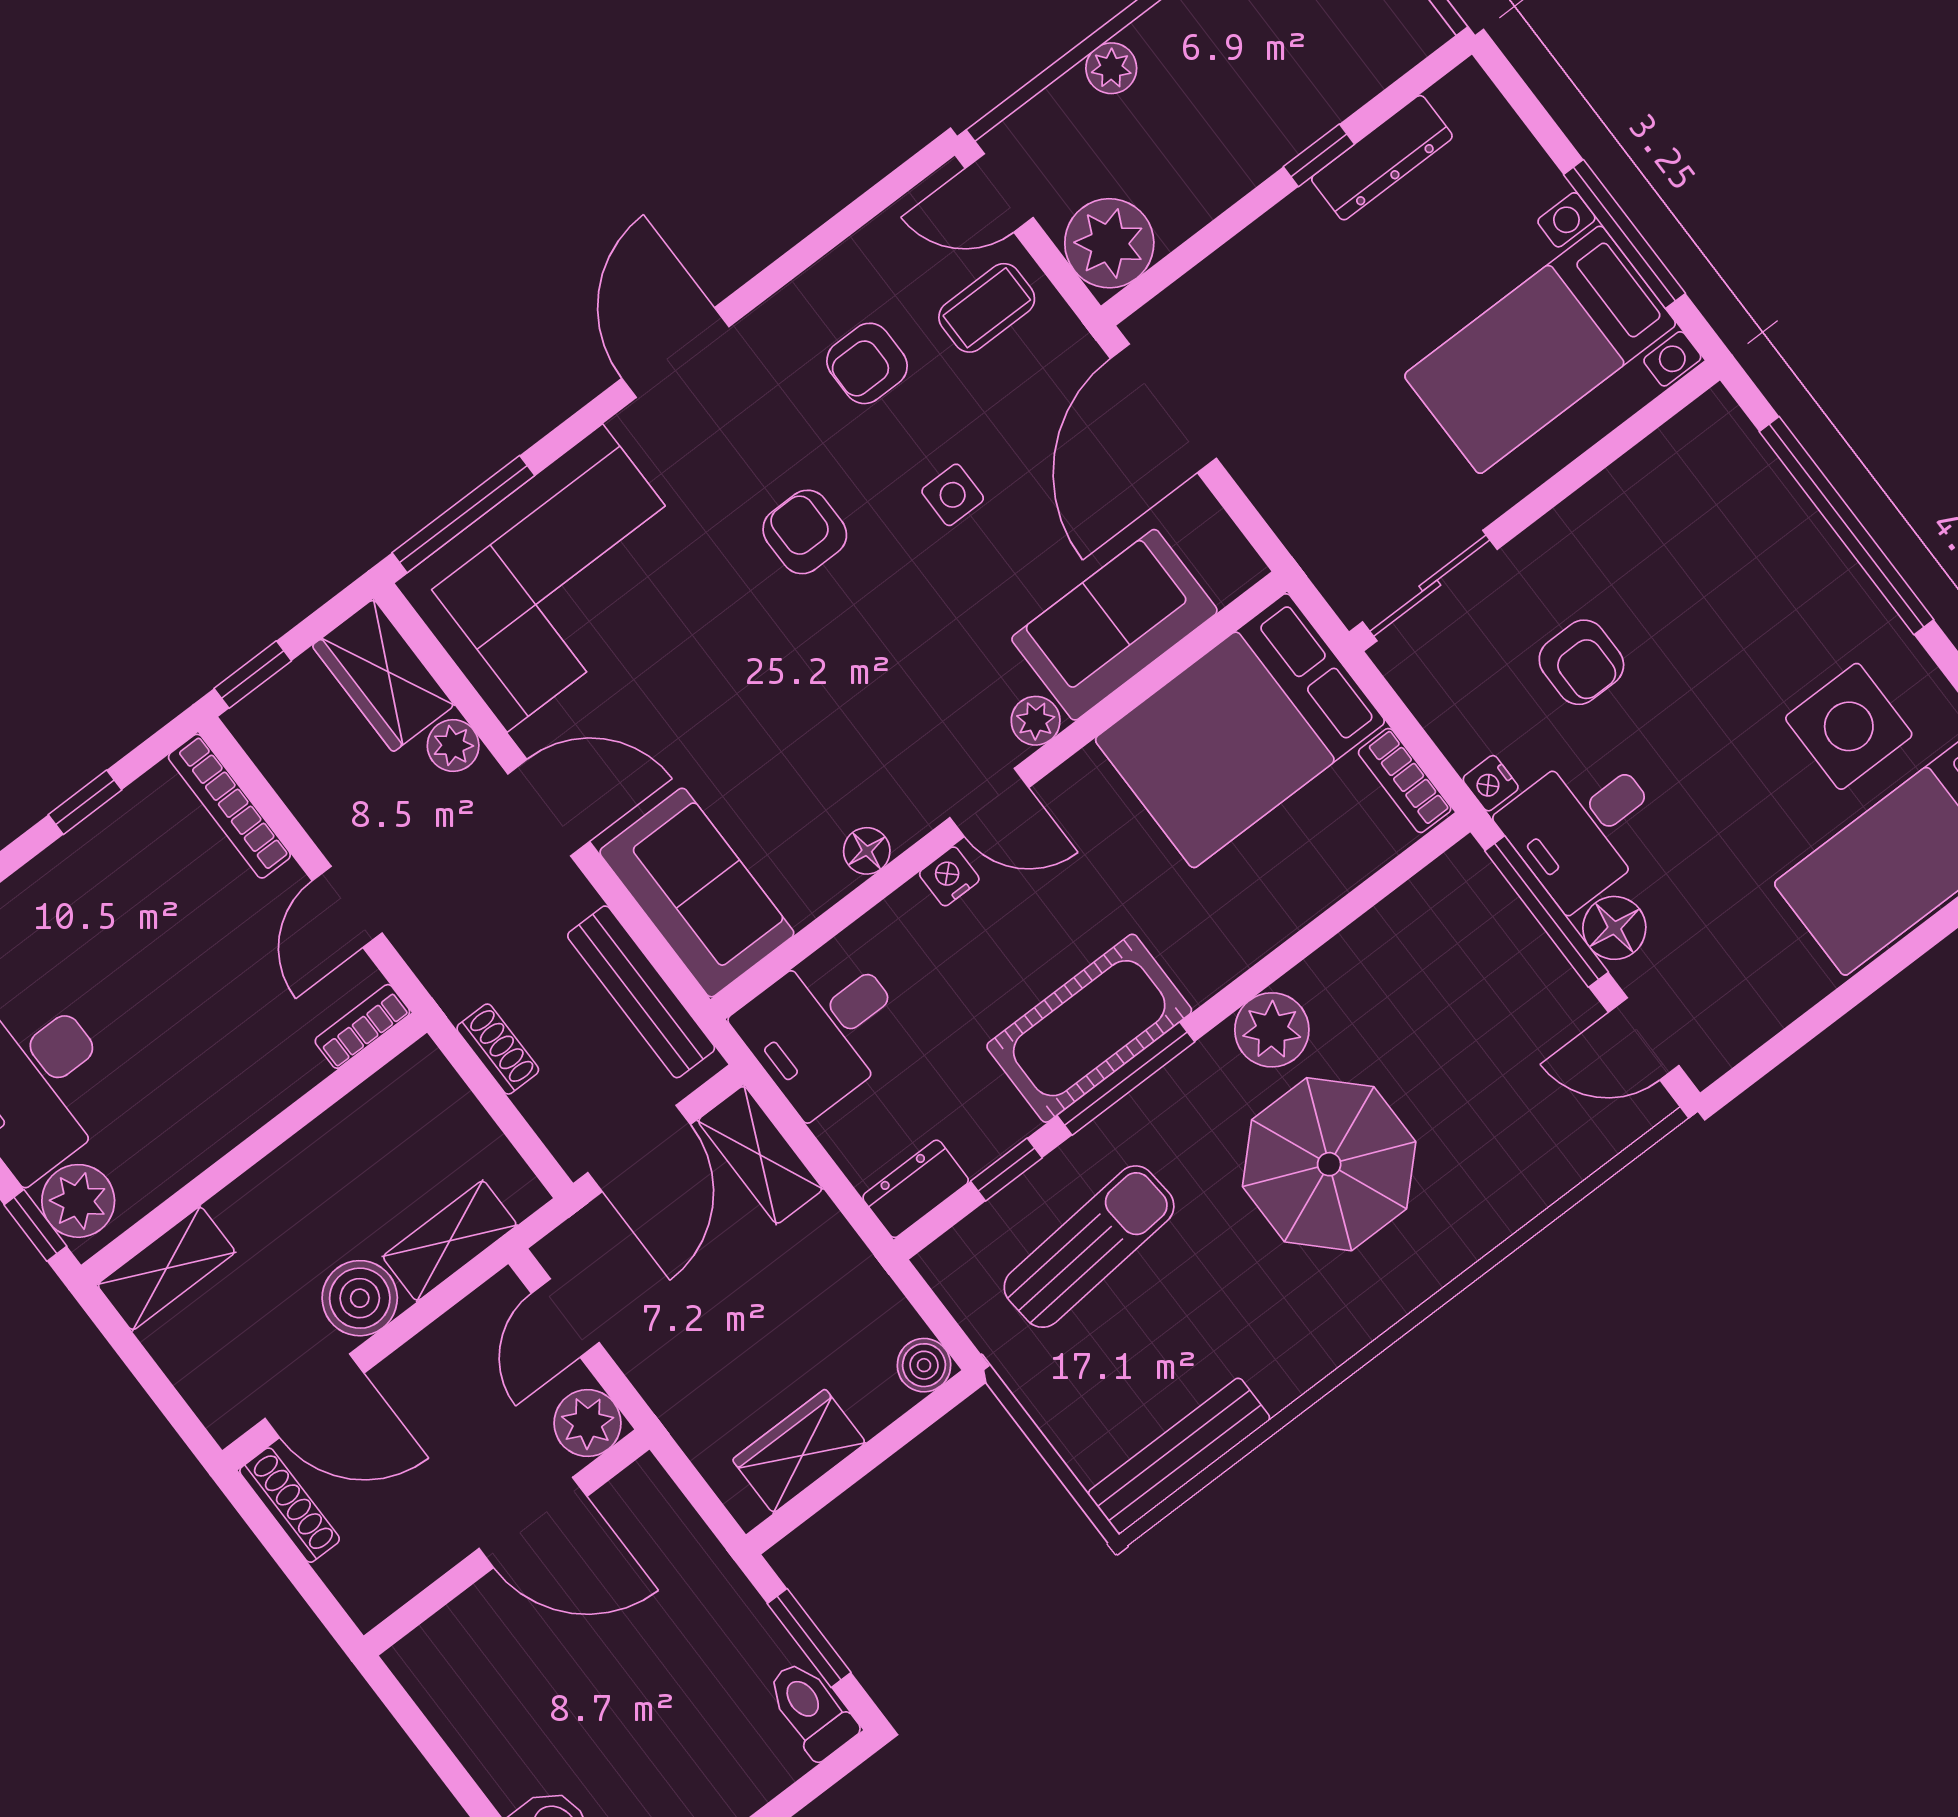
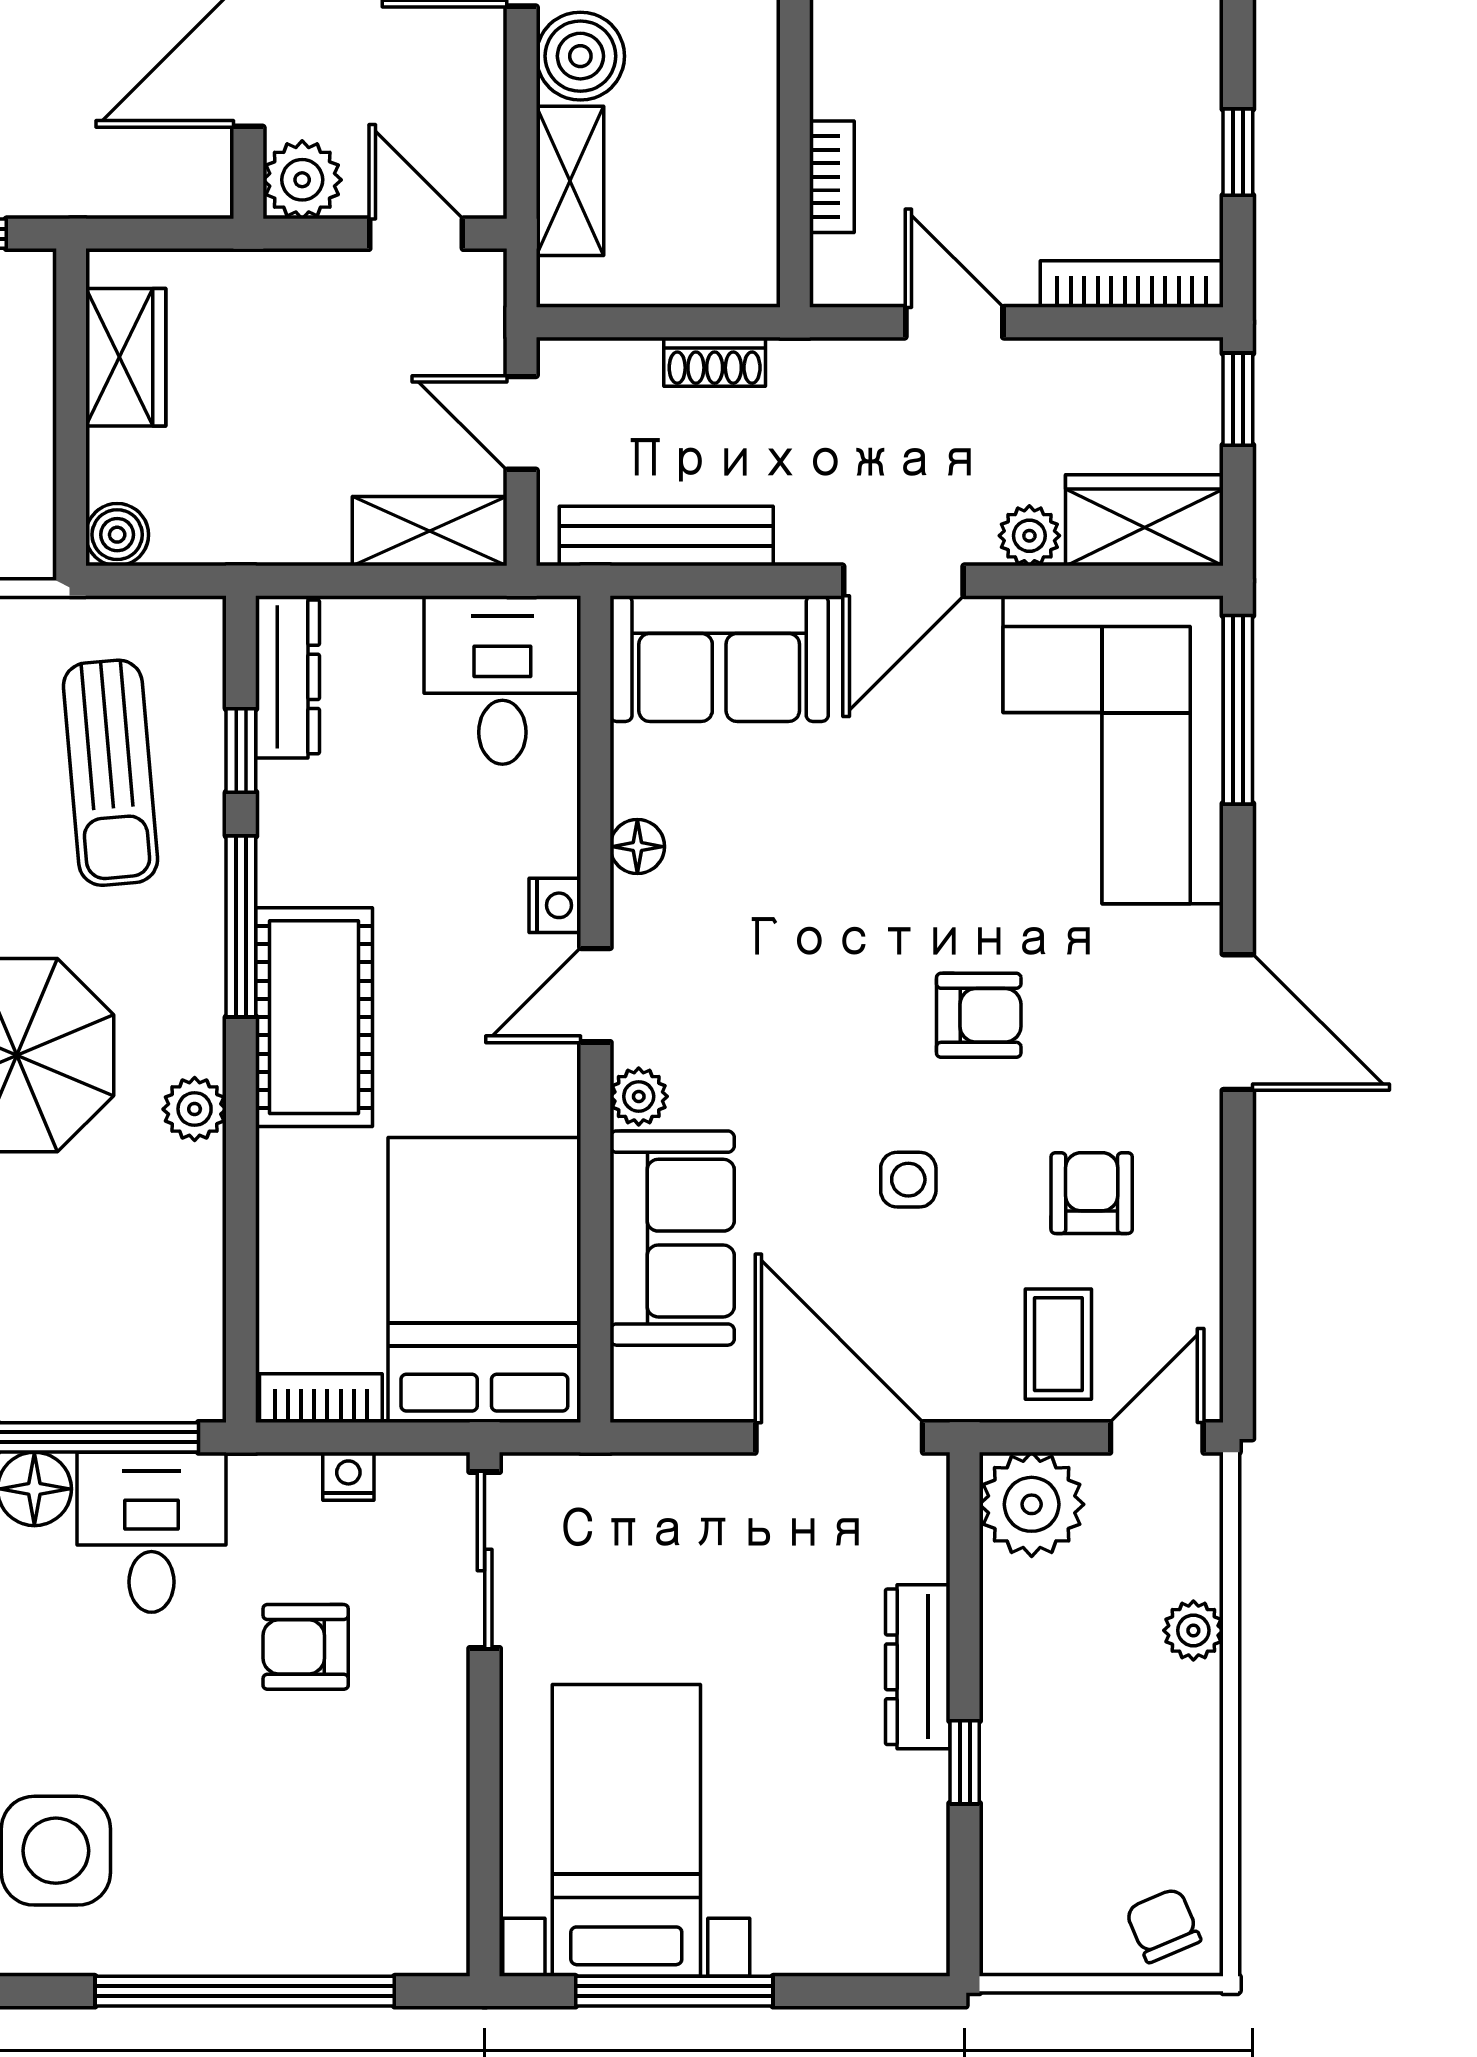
dresser: (1382, 158) -> (918, 1667), moved
nightstand: (1491, 783) -> (348, 1476), moved
bookcase: (362, 1026) -> (832, 177), moved
cot: (1089, 1028) -> (314, 1017), moved
plant: (1272, 1030) -> (195, 1109), width x0.73, depth x0.73
door: (639, 1148) -> (522, 423), width x0.73
dresser: (916, 1189) -> (288, 677), width x1.44

